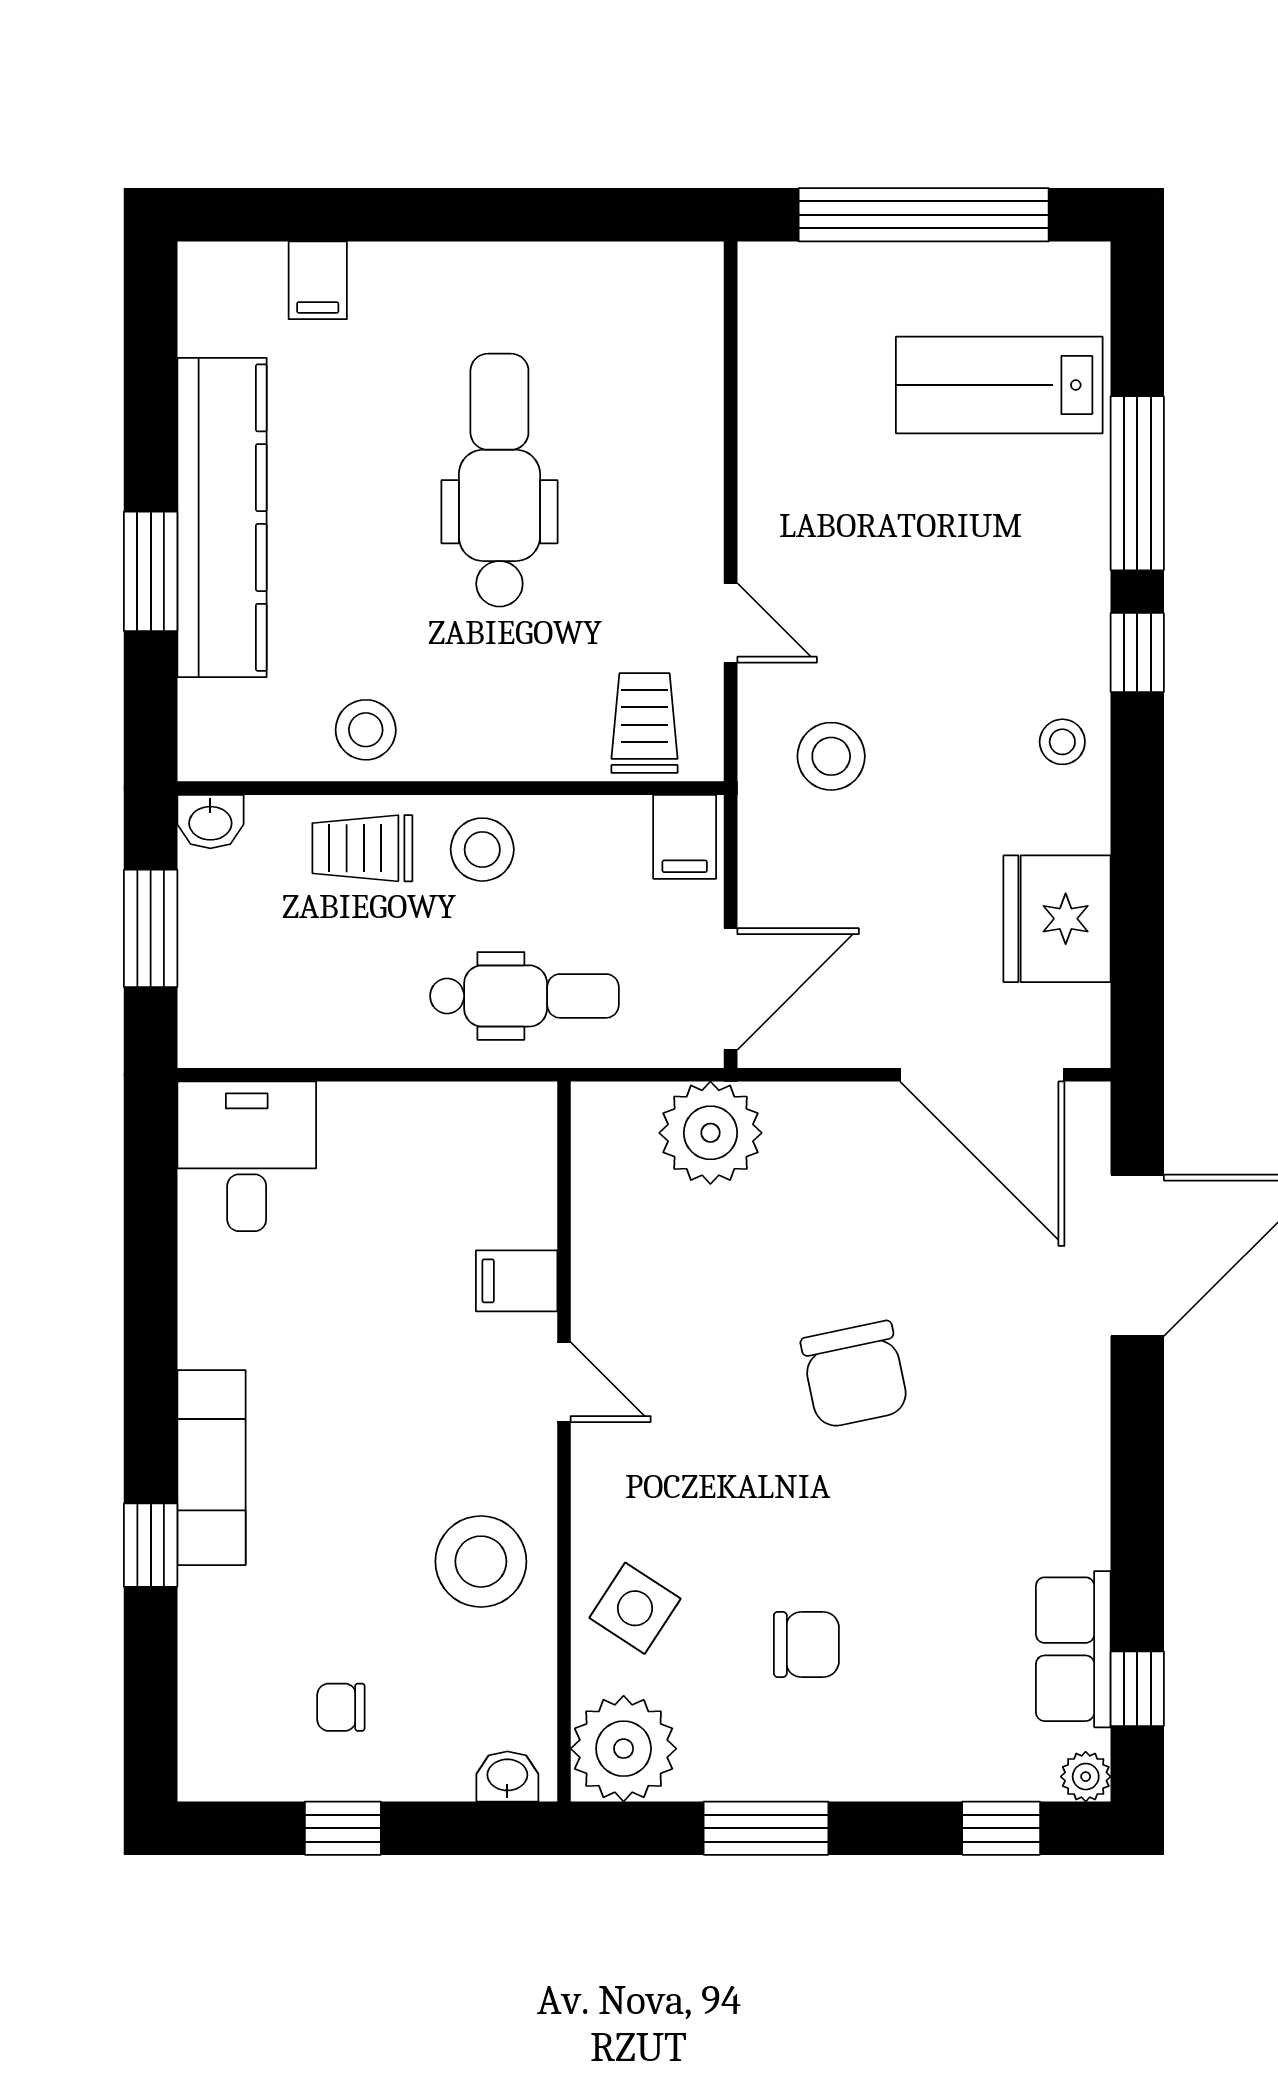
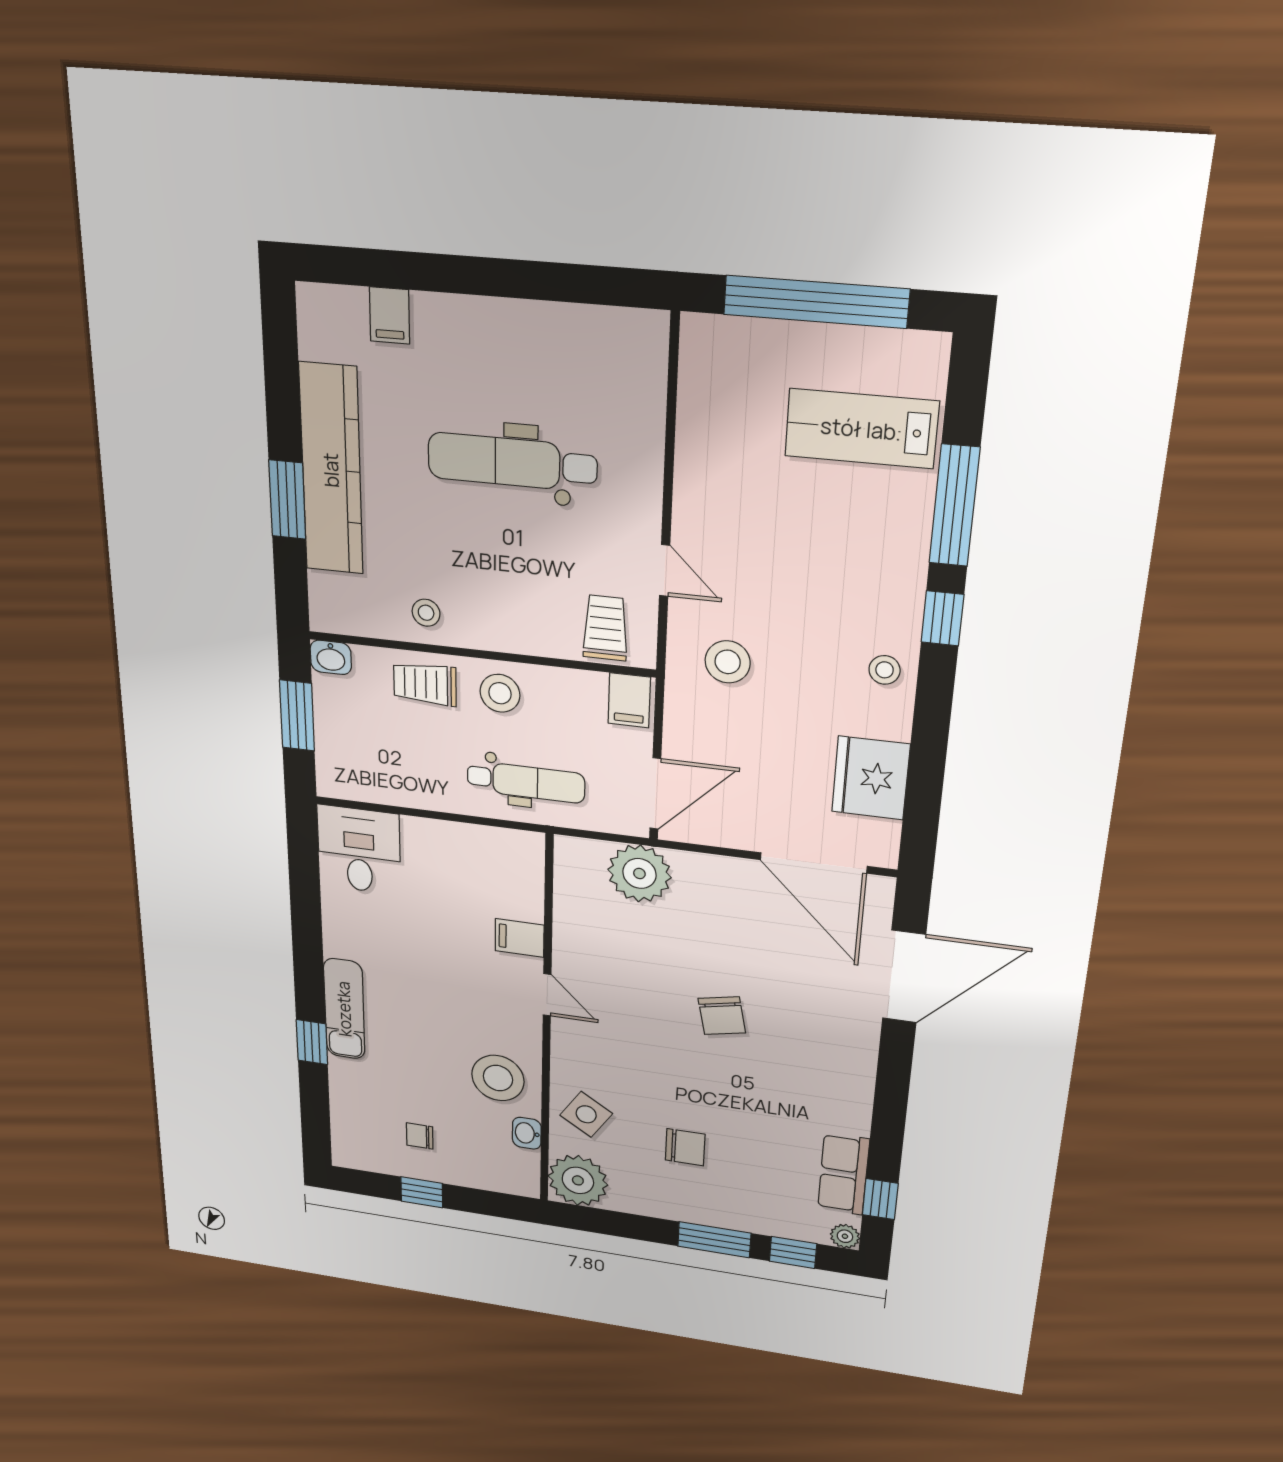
dental chair: (499, 480) -> (512, 462), turned -90
stool: (366, 730) -> (426, 613), width x0.73, depth x0.73
chair: (855, 1375) -> (722, 1016), width x0.73, depth x0.73
washbasin: (507, 1776) -> (527, 1133), moved, turned -90
window: (766, 1828) -> (714, 1240), moved

